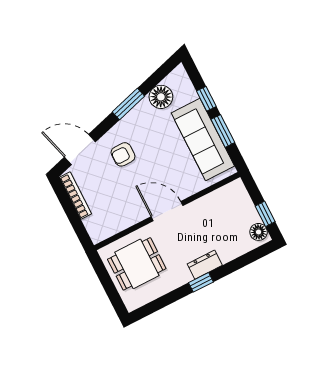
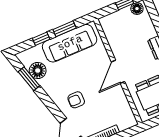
window: (128, 104) -> (29, 79), moved
armchair: (123, 154) -> (76, 100), turned 90

